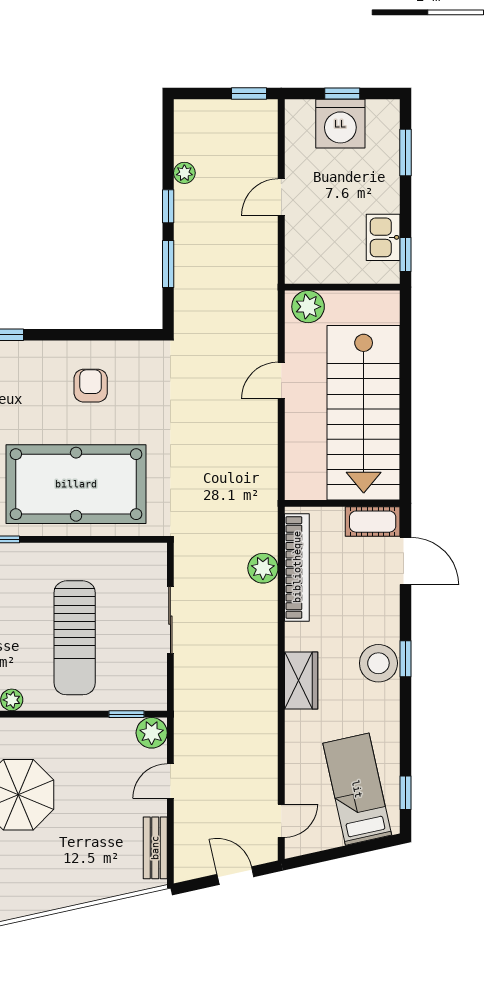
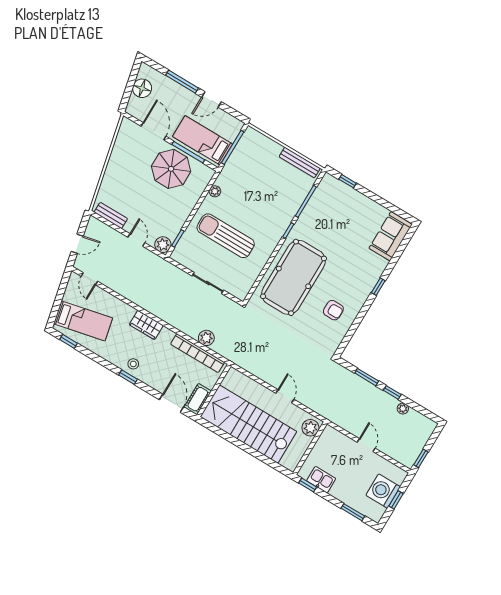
door: (406, 561) -> (171, 403), swing flipped
stool: (378, 663) -> (133, 364), width x0.53, depth x0.53

